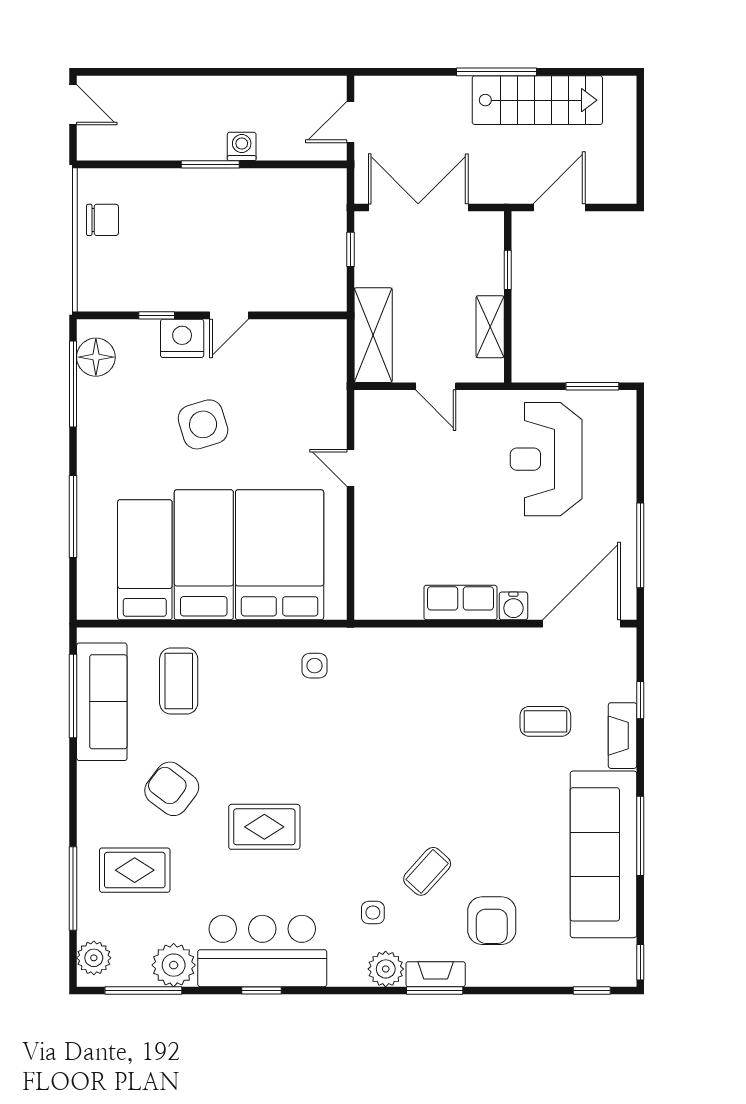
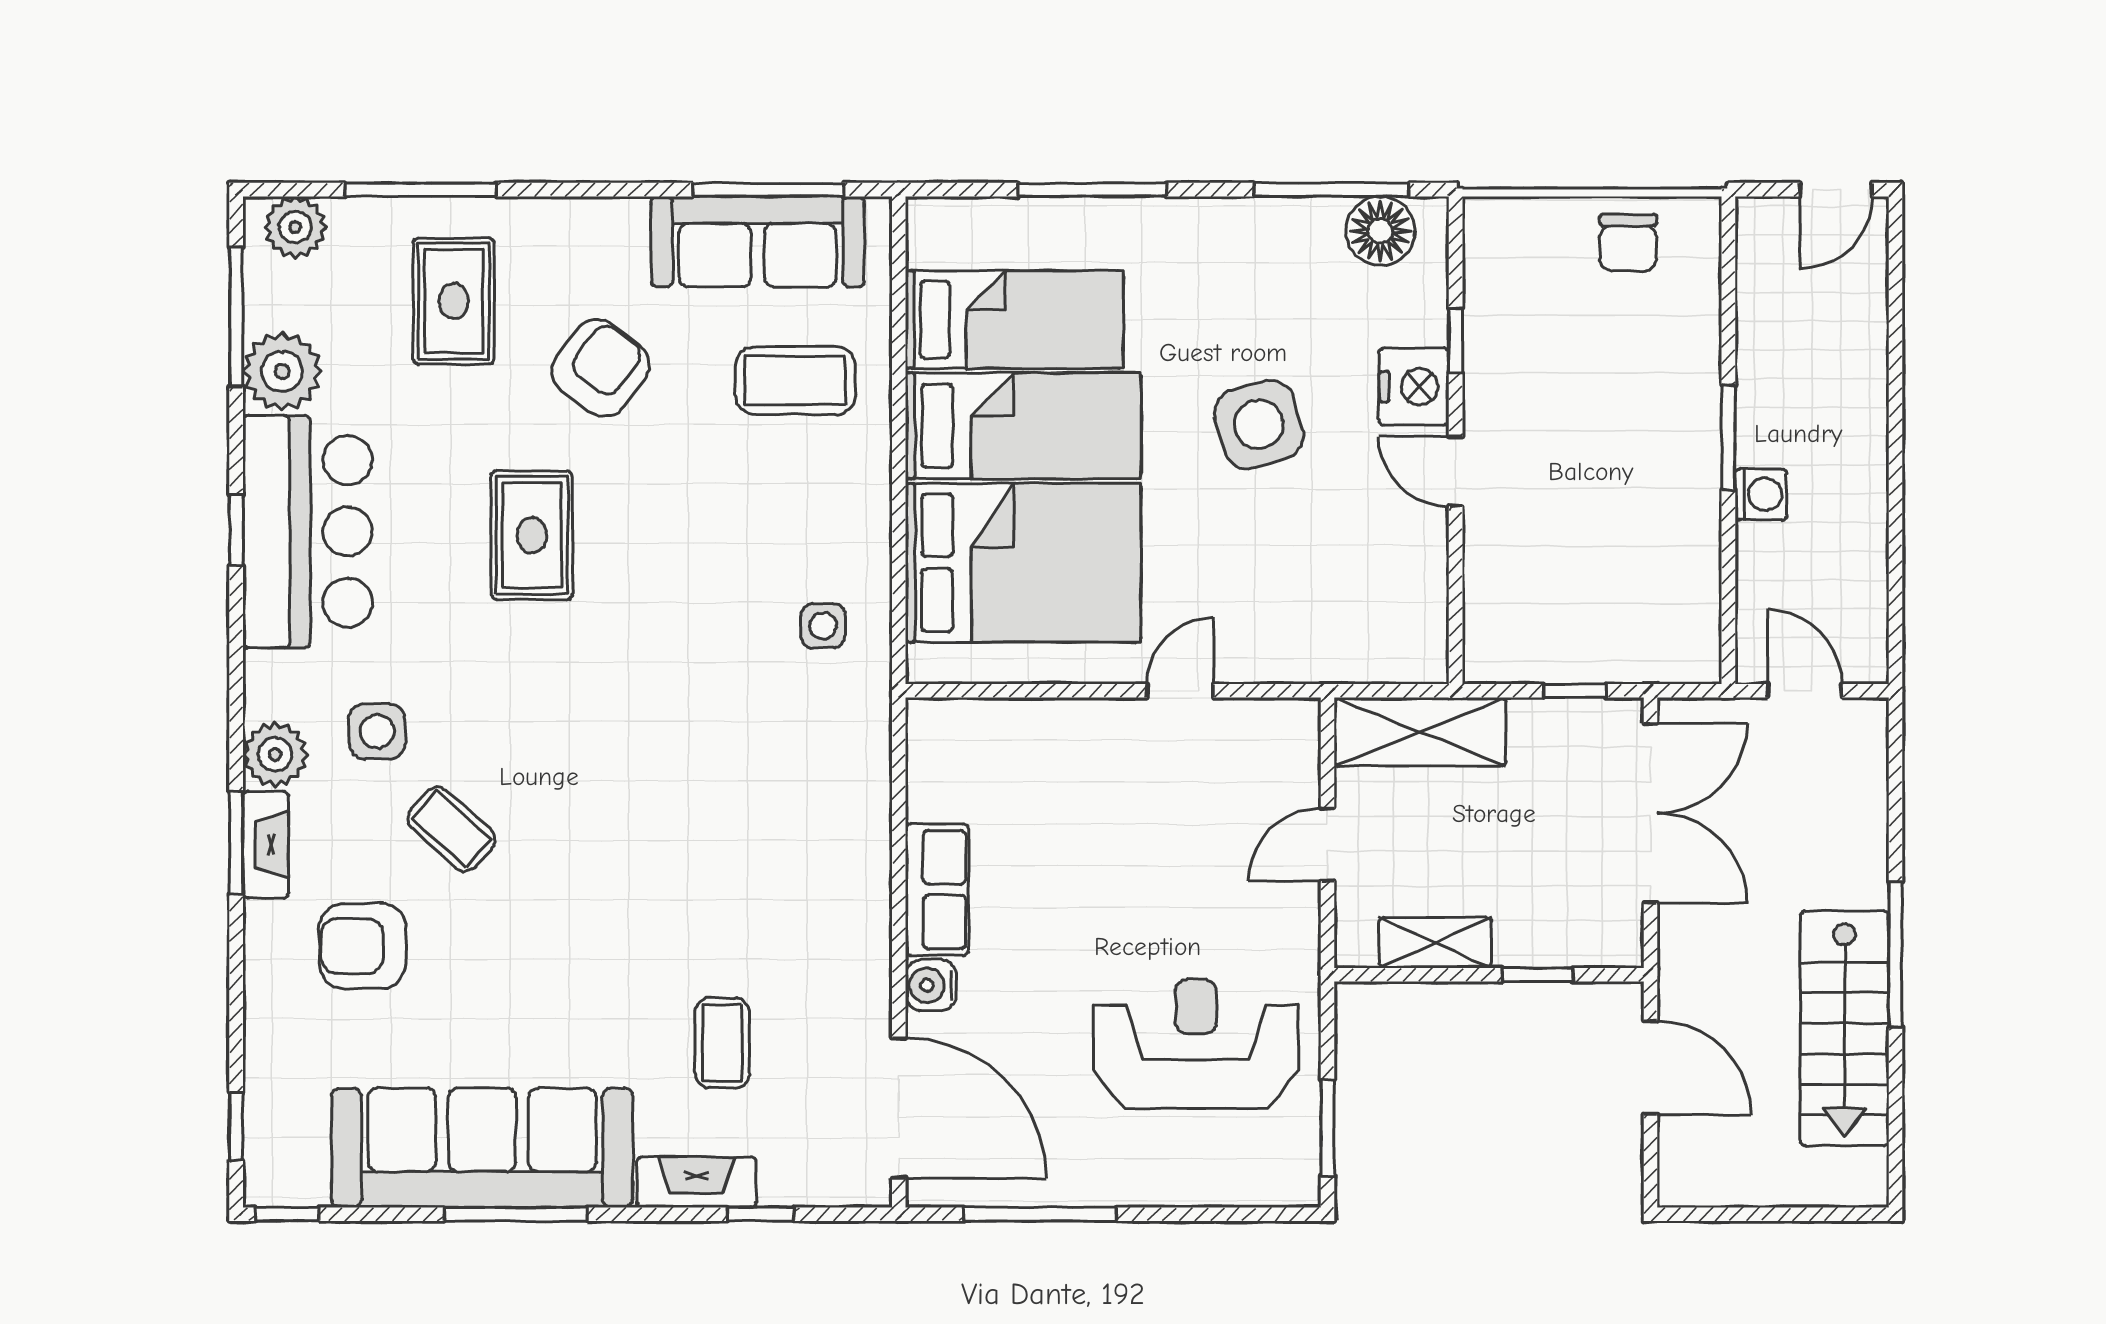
side table: (373, 913) -> (377, 731), width x1.37, depth x1.37

